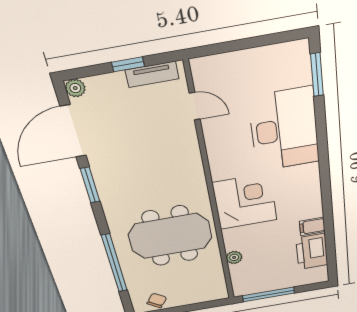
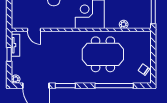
door: (195, 106) -> (34, 30), swing flipped
meeting table: (170, 236) -> (103, 54), turned 90

